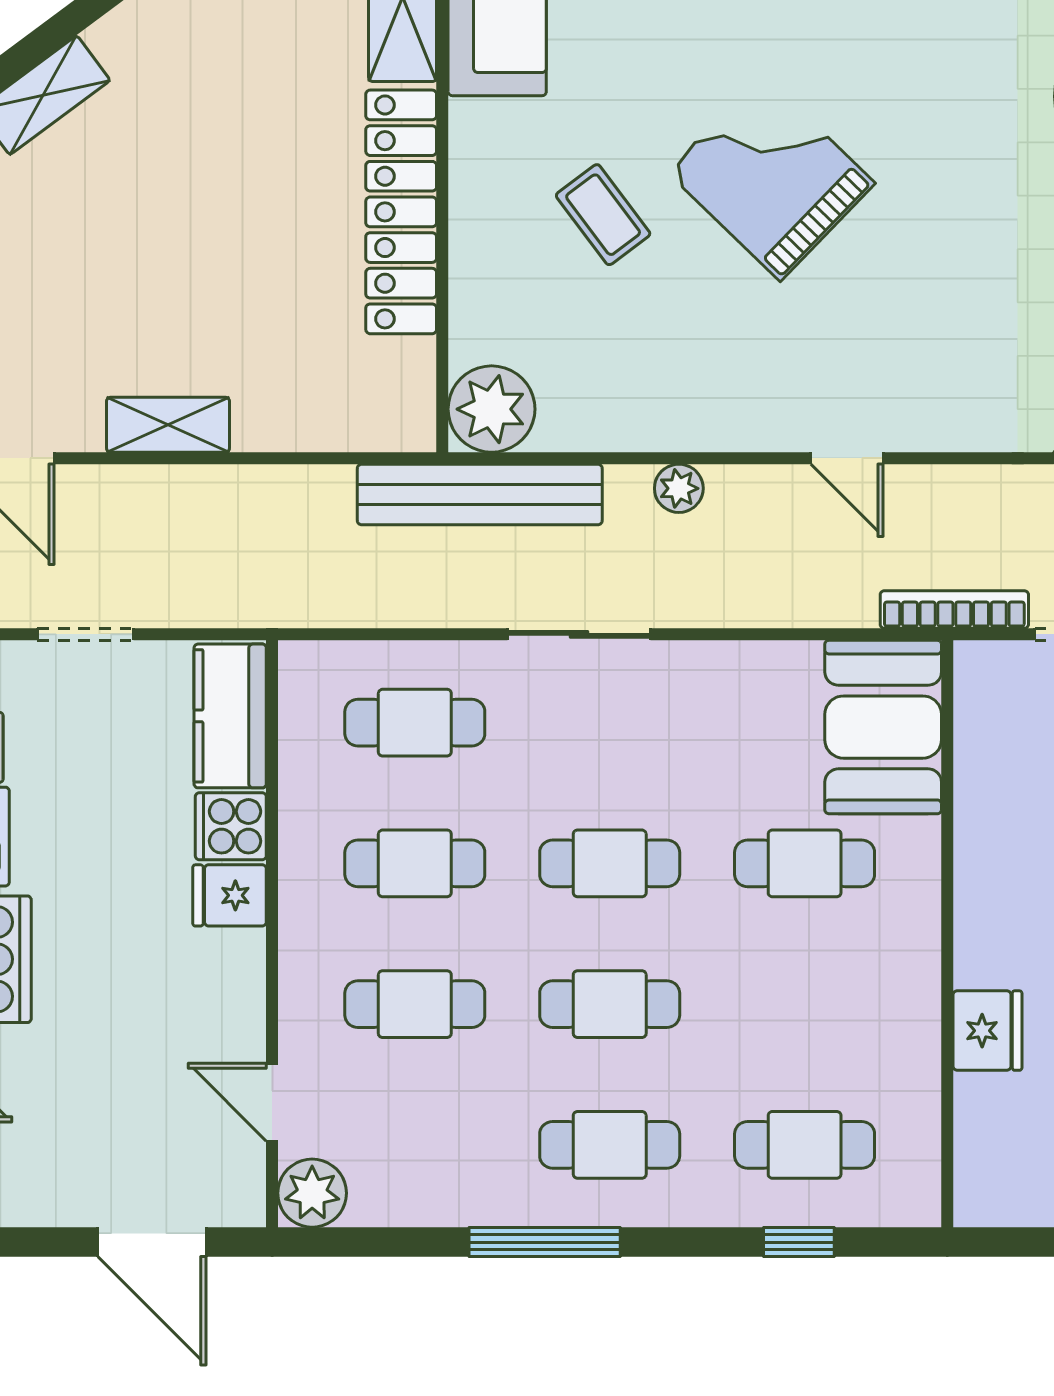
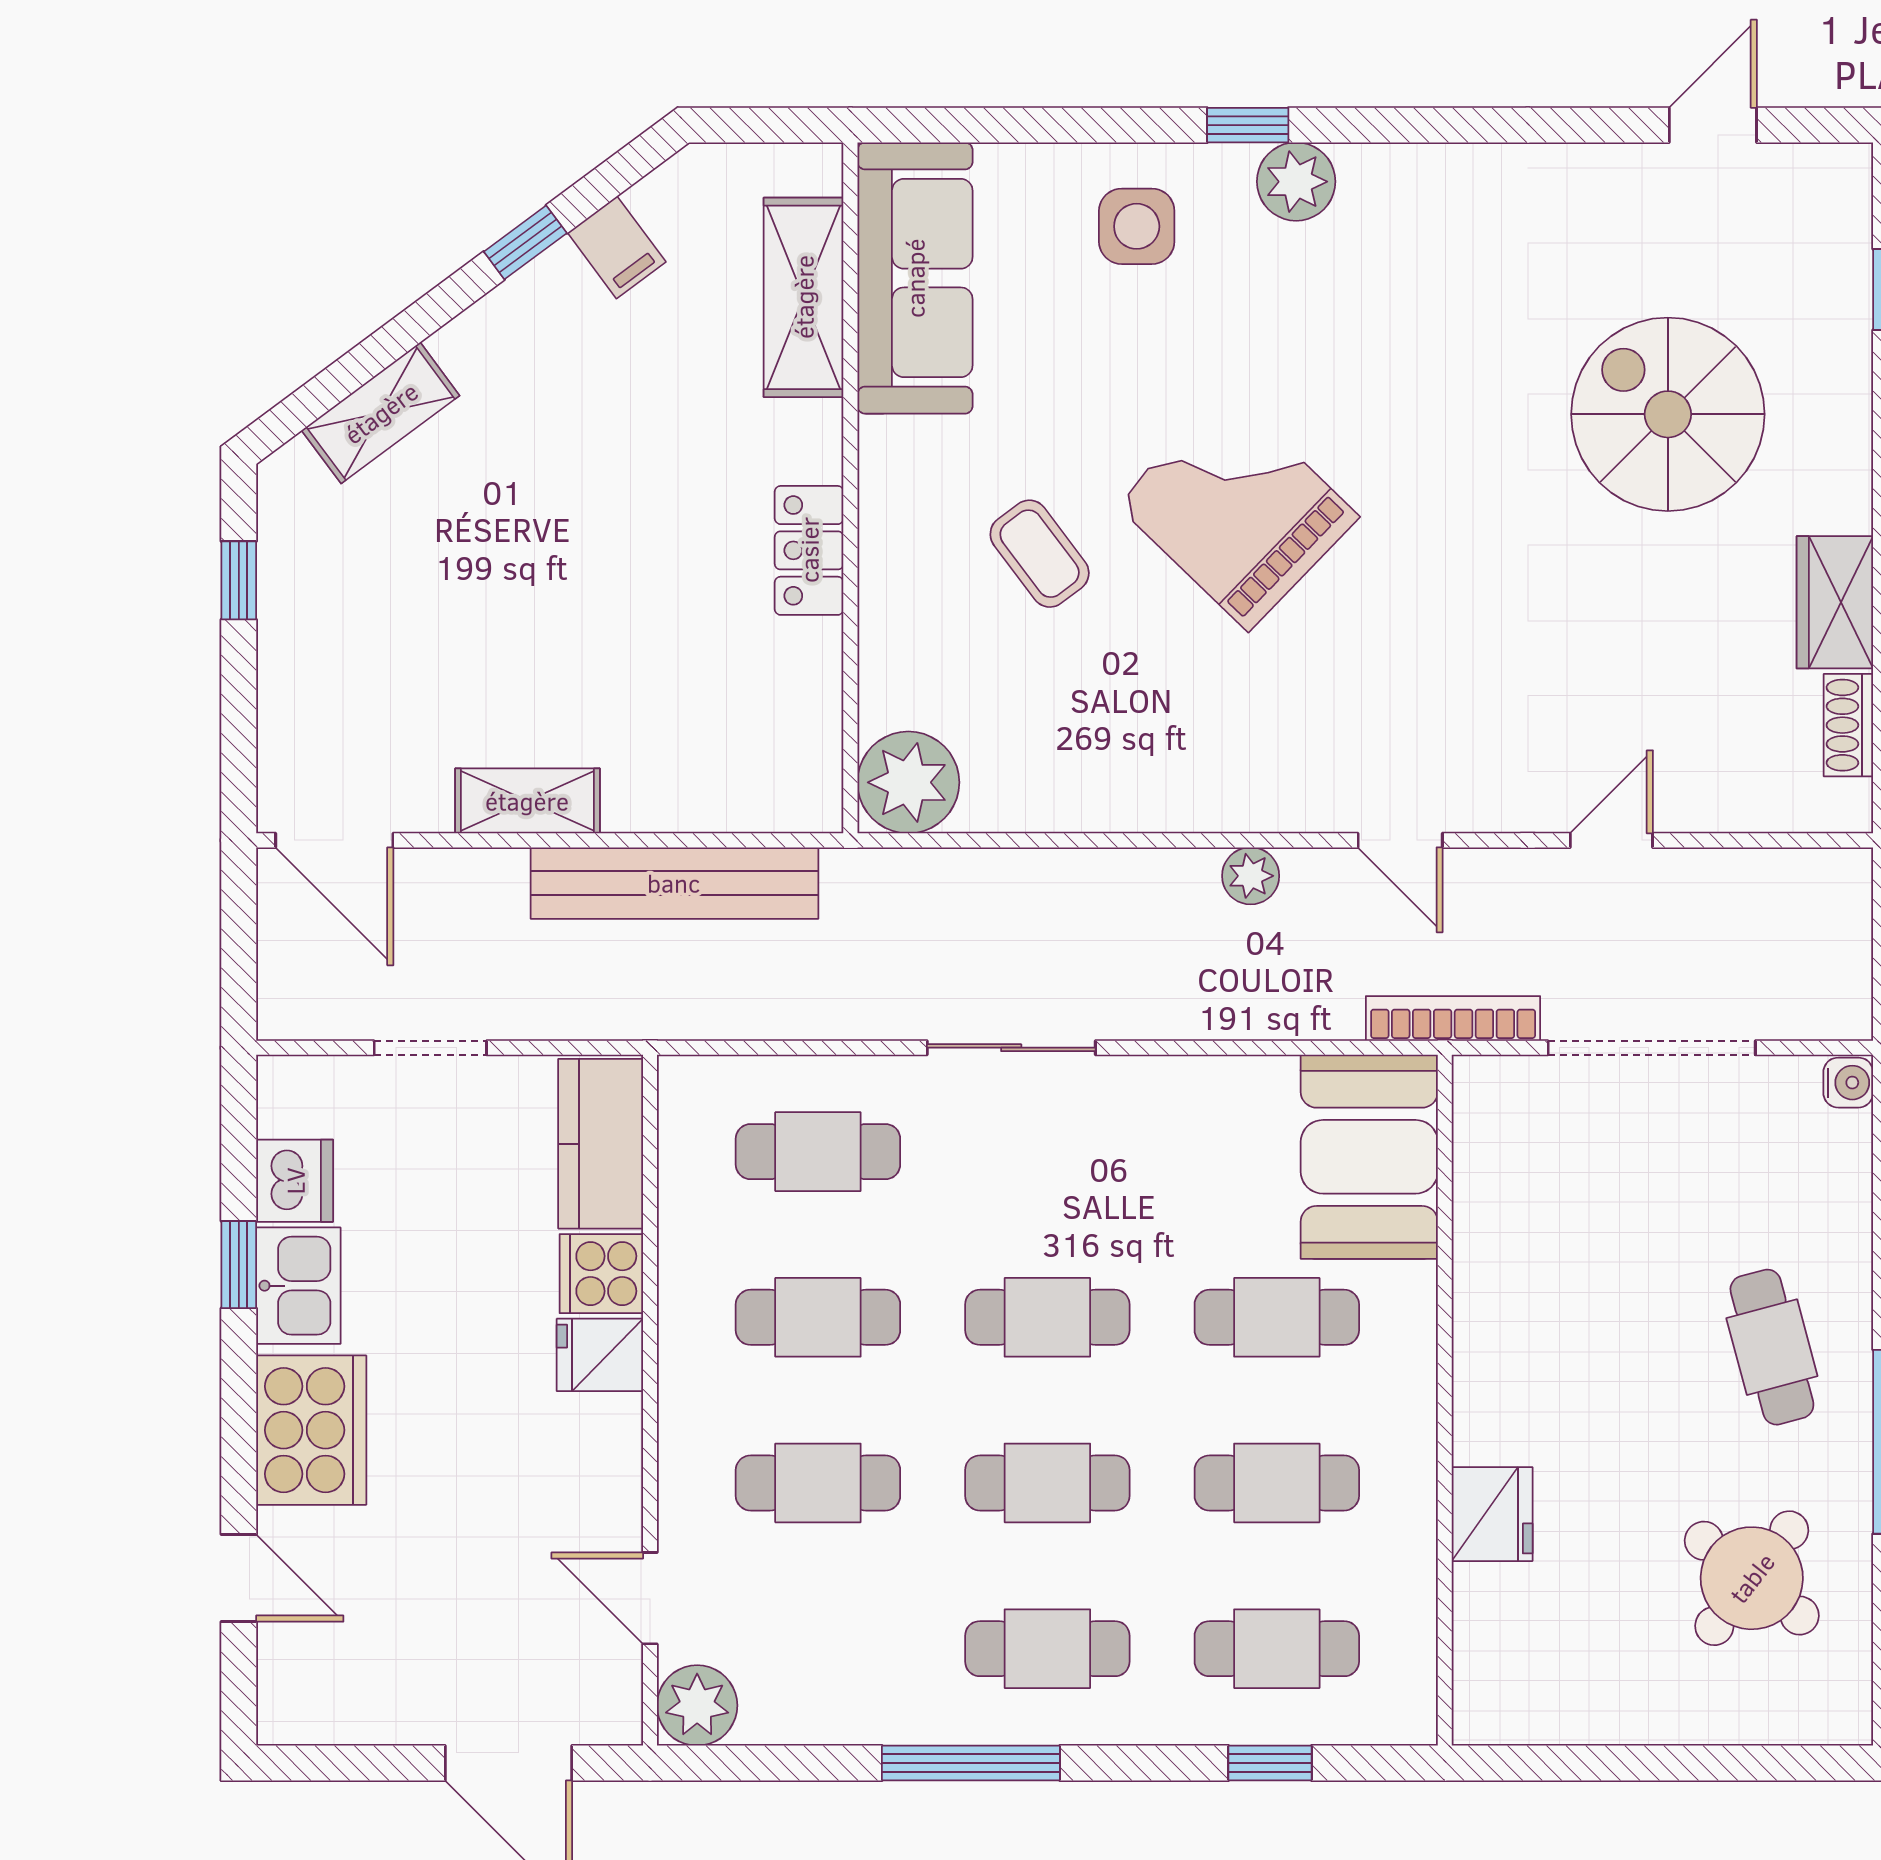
locker: (401, 212) -> (809, 550), width x0.46, depth x0.83
door: (847, 458) -> (1400, 840), moved
plant: (679, 488) -> (1251, 876), moved
bench: (480, 494) -> (674, 883), moved
cafe table: (805, 1004) -> (1277, 1483), added

